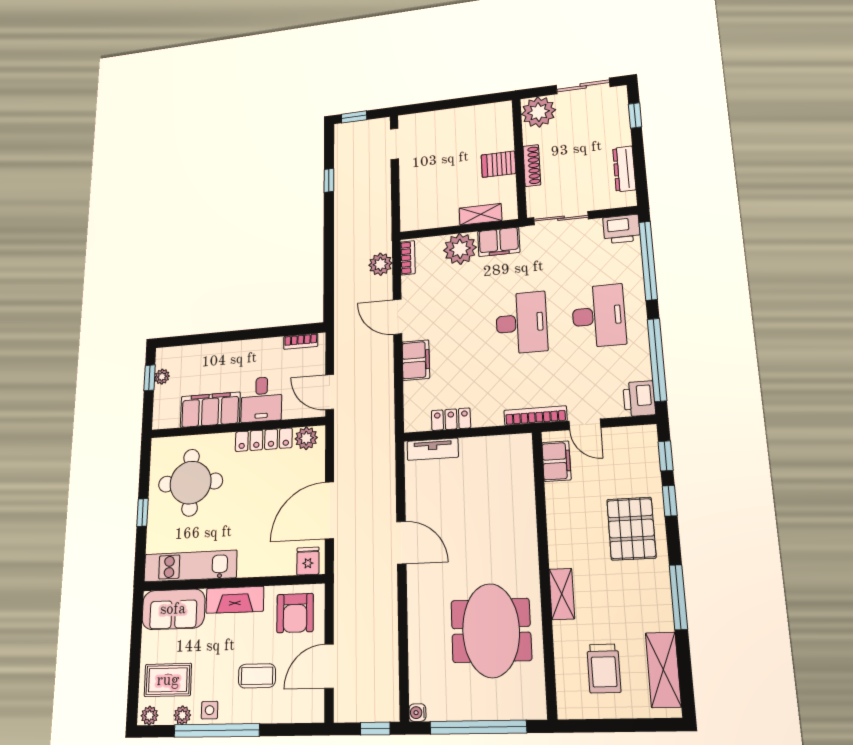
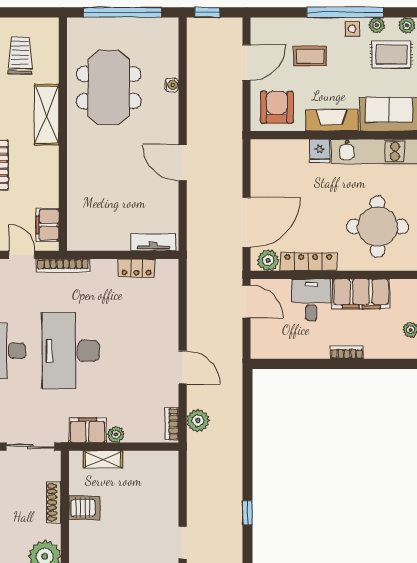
plant: (460, 249) -> (116, 434), width x0.53, depth x0.53
desk: (521, 323) -> (71, 351), width x1.36, depth x1.30
bookcase: (301, 341) -> (347, 352), moved
filing cabinet: (416, 360) -> (167, 325), removed
door: (329, 510) -> (246, 222), moved
fridge: (308, 561) -> (320, 151), moved
shelving: (562, 594) -> (47, 115), width x1.50, depth x1.33
water cooler: (417, 713) -> (172, 85), moved

